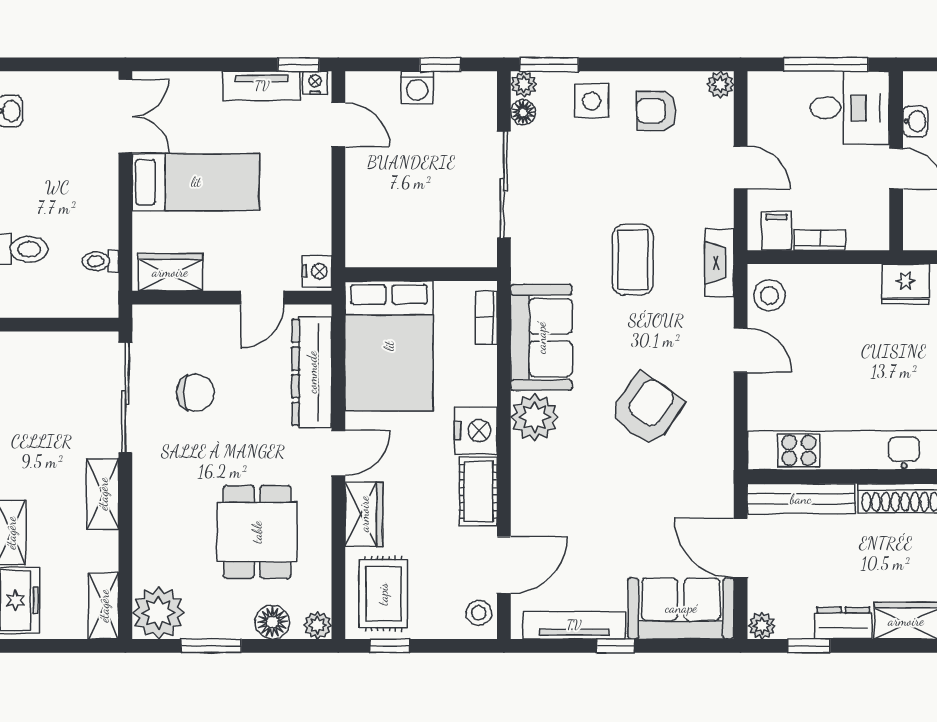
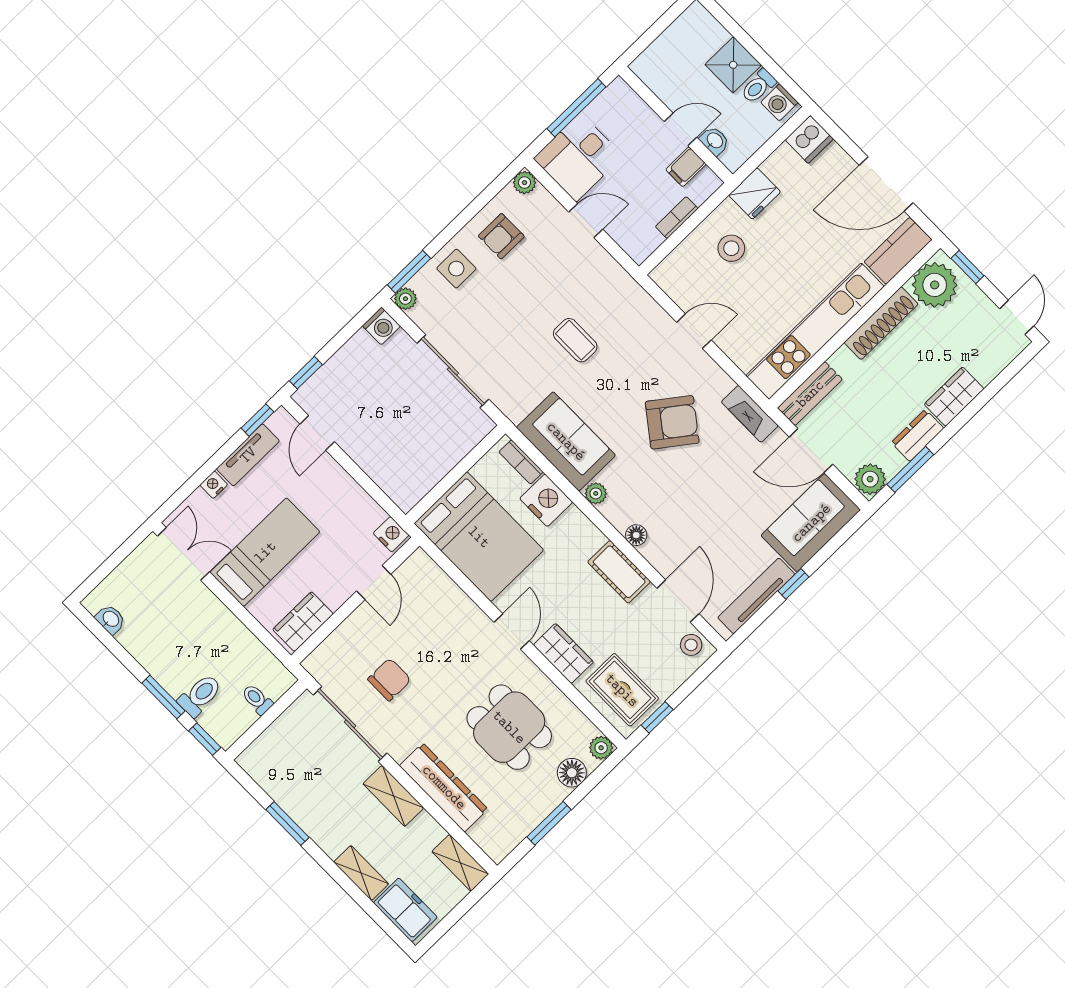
window: (440, 64) -> (306, 373), moved
nightstand: (315, 83) -> (214, 485), moved
washing machine: (417, 87) -> (381, 326), moved
desk: (850, 108) -> (578, 157), moved, turned 180
floor lamp: (523, 112) -> (636, 535), moved
washbasin: (915, 121) -> (714, 141), moved
door: (338, 125) -> (317, 433), swing flipped
filing cabinet: (777, 231) -> (686, 167), moved, turned -90
coffee table: (633, 260) -> (575, 340), width x0.73, depth x0.77
toilet: (101, 261) -> (257, 699), moved, turned 90
fireplace: (719, 263) -> (750, 414), moved
stool: (769, 295) -> (731, 248), moved
dresser: (312, 372) -> (444, 787), moved, turned 180
armchair: (647, 409) -> (672, 422), turned 92
plant: (535, 417) -> (596, 493), width x0.53, depth x0.53
nightstand: (476, 431) -> (546, 500), moved
bench: (801, 499) -> (810, 394), width x0.73
plant: (158, 613) -> (497, 835), removed
plant: (762, 626) -> (870, 479), width x1.38, depth x1.38
window: (809, 646) -> (910, 469), width x1.50

